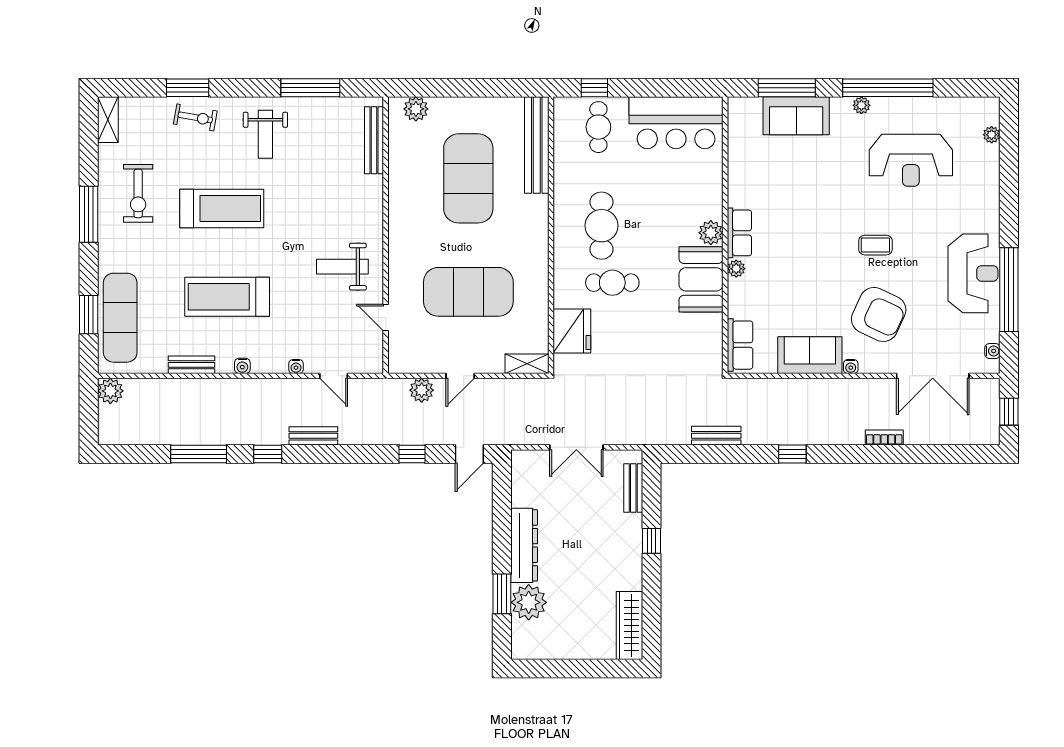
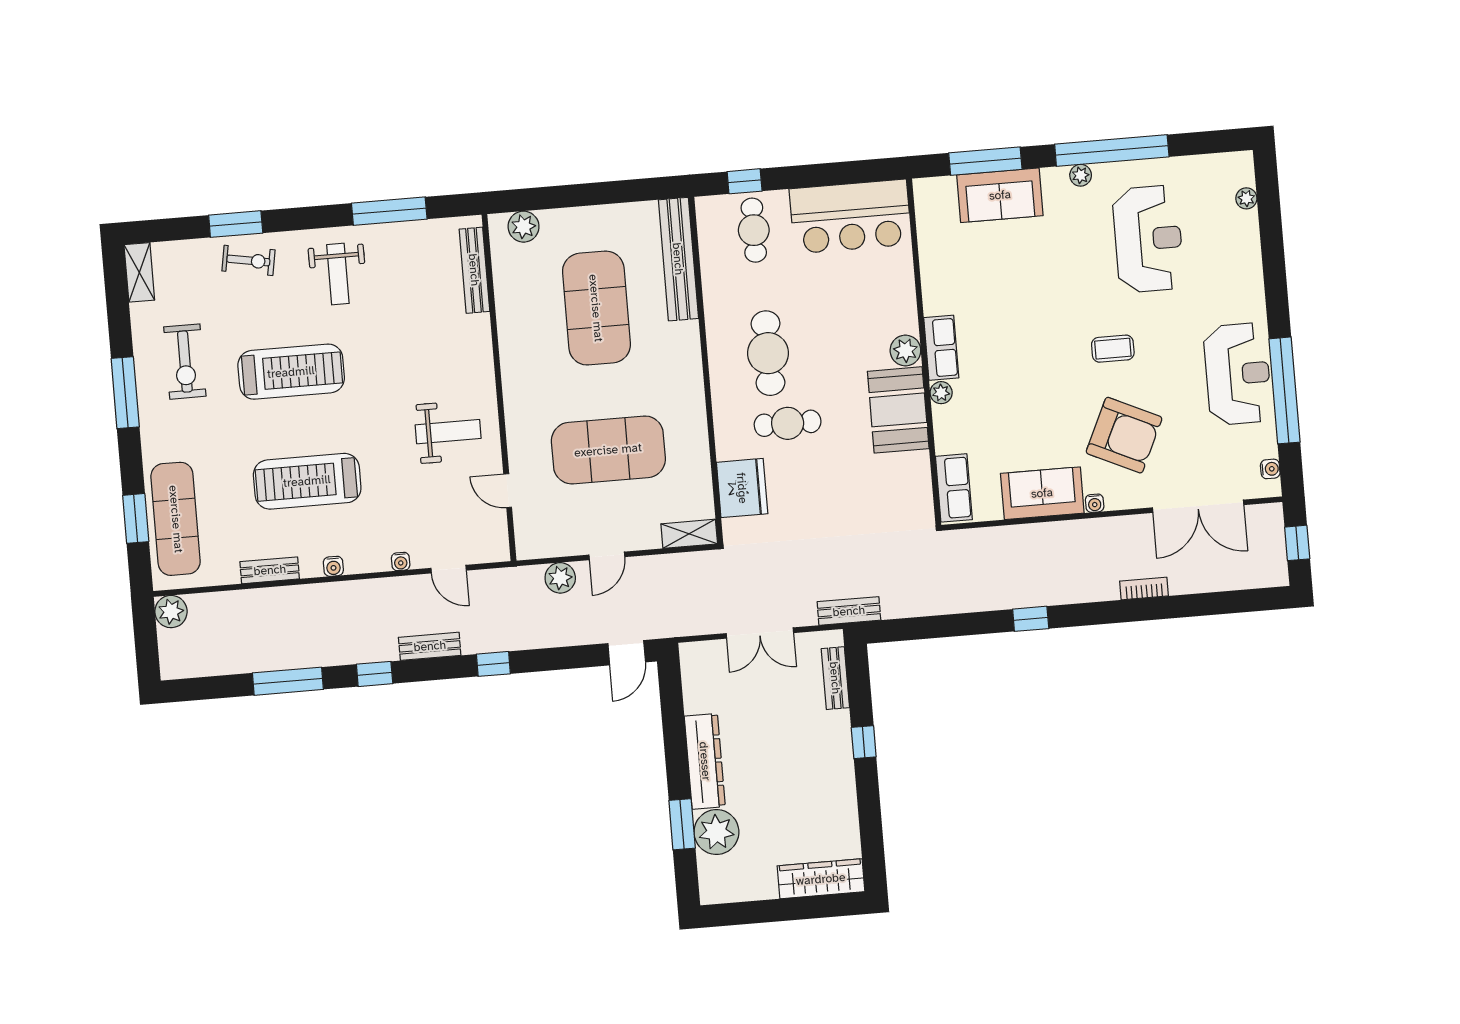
reception desk: (911, 160) -> (1148, 239), turned -90
weight bench: (342, 267) -> (448, 432), turned 180
bench: (716, 436) -> (849, 611), moved
window: (412, 454) -> (493, 664), moved
wardrobe: (629, 626) -> (821, 879), moved, turned 90

